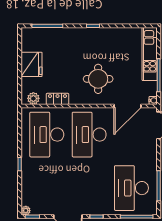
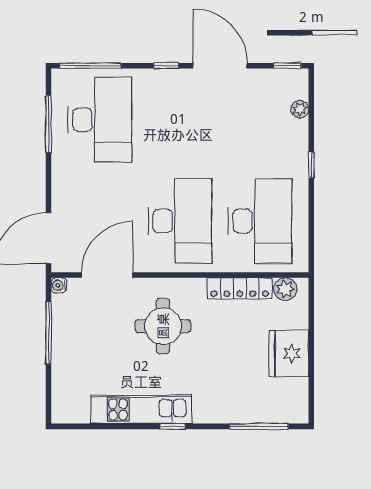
kitchen unit: (150, 54) -> (141, 409), moved, turned -90
locker: (57, 99) -> (240, 288), width x1.53
plant: (26, 211) -> (300, 109), moved

